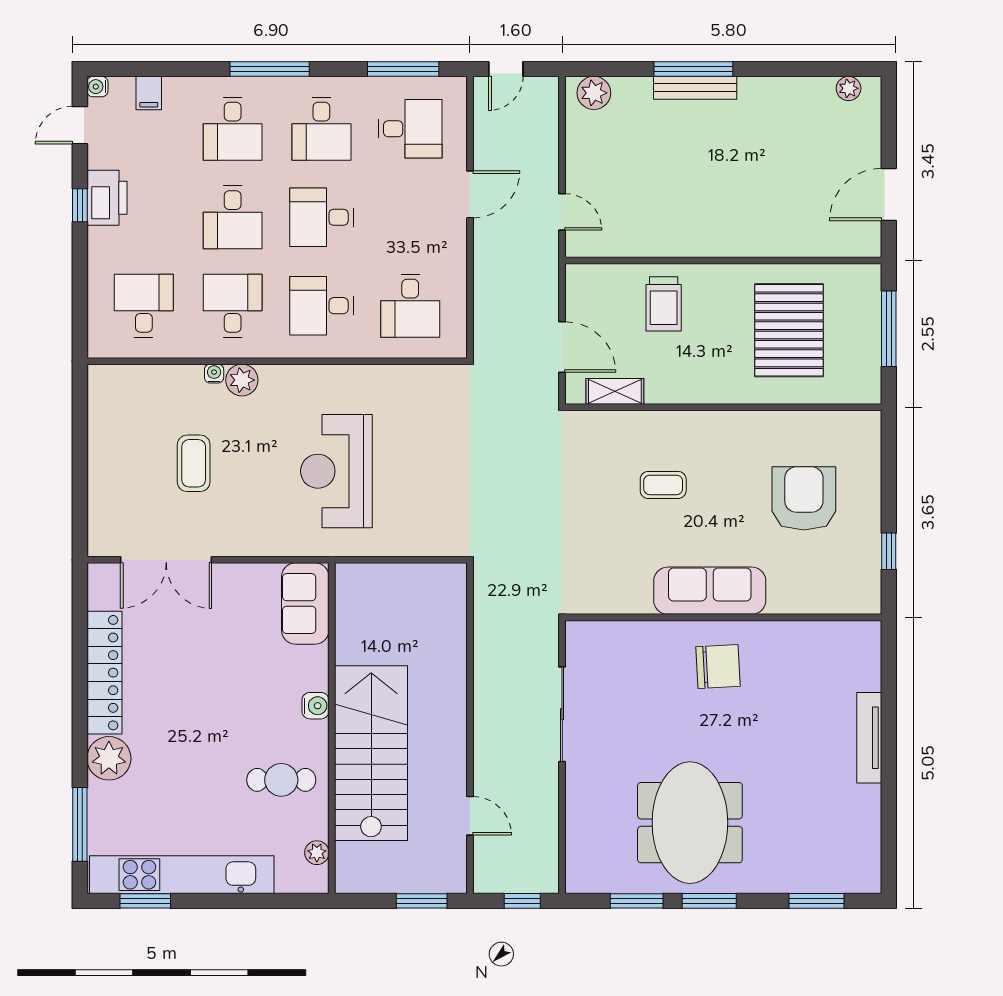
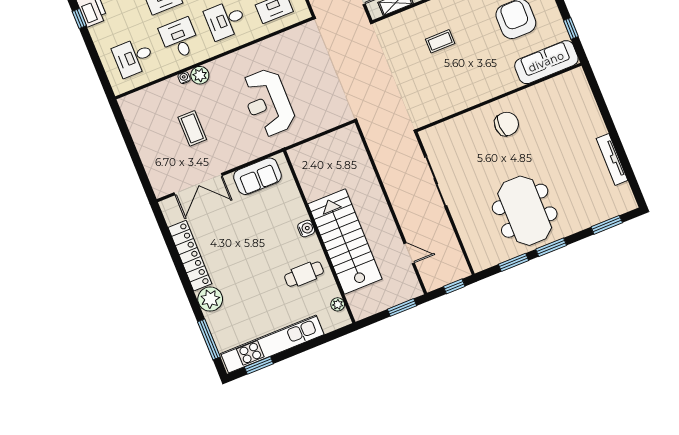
desk: (144, 306) -> (133, 57), turned -90
sofa: (710, 591) -> (546, 62), moved
sofa: (305, 604) -> (257, 176), moved, turned -90
tv unit: (869, 738) -> (612, 159), moved

